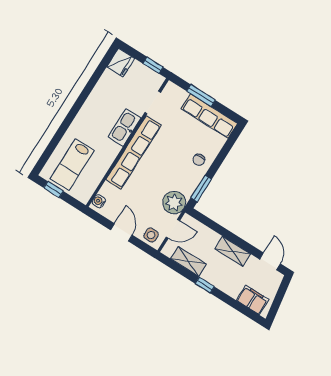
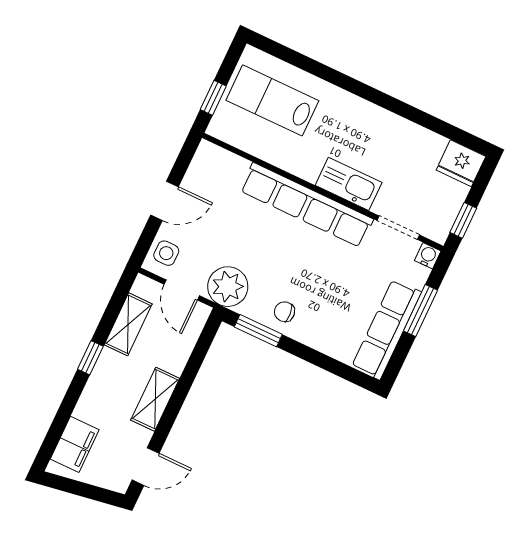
chair: (199, 160) -> (285, 312), moved
window: (54, 189) -> (213, 98), moved
water cooler: (99, 201) -> (428, 256), moved

